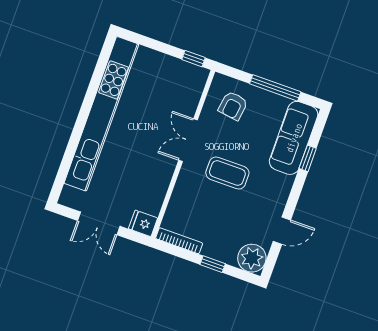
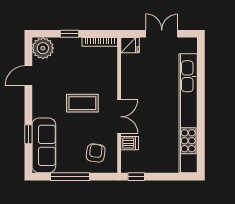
dishwasher: (187, 103) -> (130, 143), added

